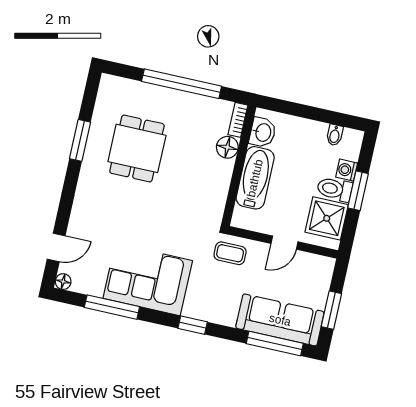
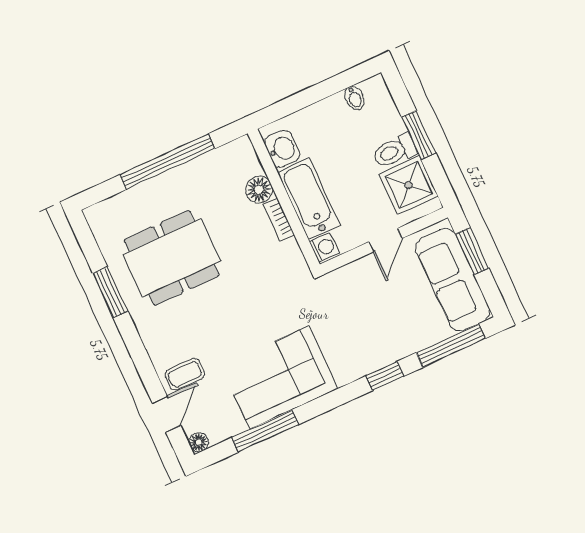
bookcase: (238, 120) -> (279, 220), moved
dining table: (137, 148) -> (172, 258), width x1.38
washing machine: (347, 170) -> (324, 247), moved, turned 180
coffee table: (230, 253) -> (185, 374), moved
window: (331, 310) -> (472, 251), moved
sofa: (280, 320) -> (453, 280), moved, turned -90
window: (193, 325) -> (385, 376), moved

